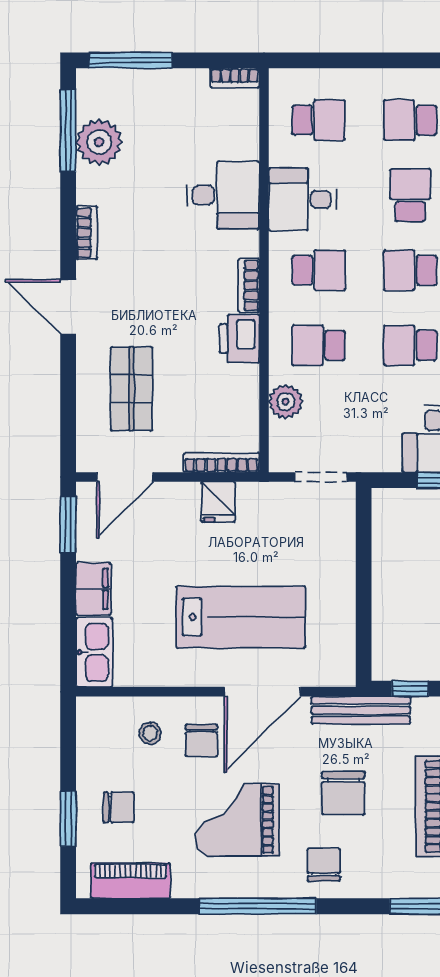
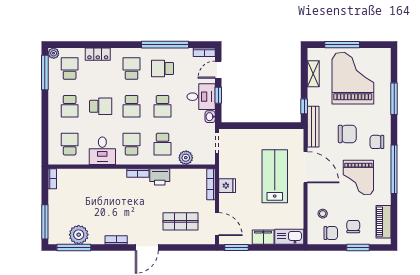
desk: (223, 195) -> (101, 184), removed
school desk: (410, 195) -> (101, 106), turned 180
washbasin: (385, 460) -> (210, 117), added
chair: (201, 741) -> (331, 233), moved

